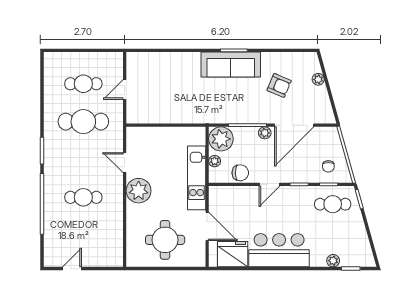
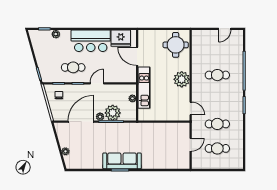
armchair: (279, 85) -> (91, 147), removed
cafe table: (83, 122) -> (217, 124), width x0.73, depth x0.74
plant: (221, 139) -> (113, 113), moved
door: (125, 163) -> (191, 108), moved
chair: (240, 173) -> (116, 91), removed
cafe table: (333, 204) -> (73, 67), moved
round table: (165, 240) -> (176, 45), moved

